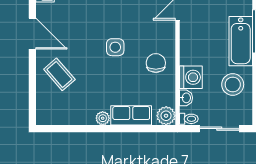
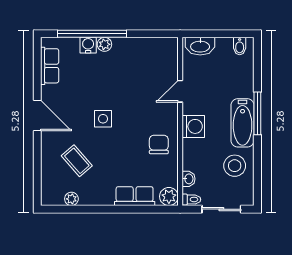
side table: (115, 47) -> (103, 119), moved
coffee table: (59, 74) -> (77, 161), moved
washing machine: (191, 77) -> (193, 126), moved
plant: (103, 118) -> (71, 199), moved

